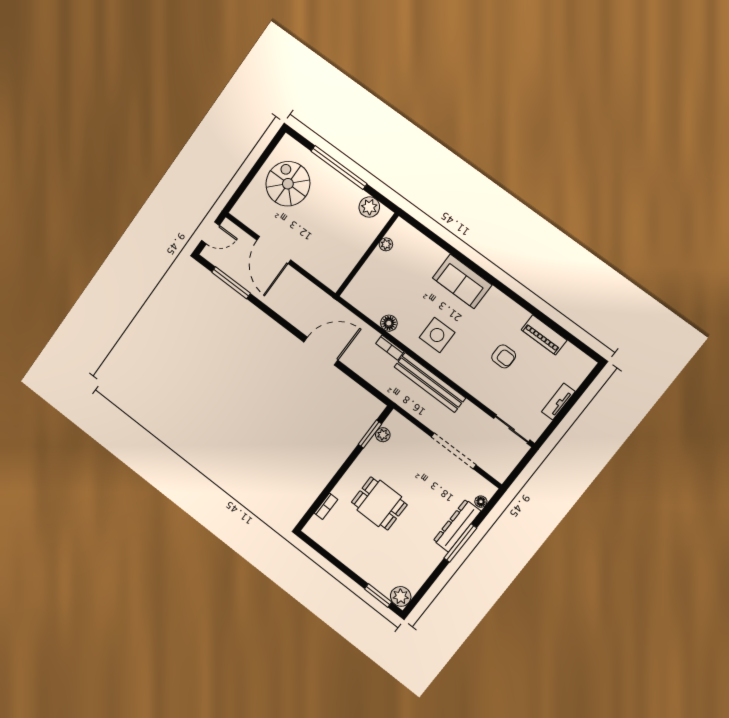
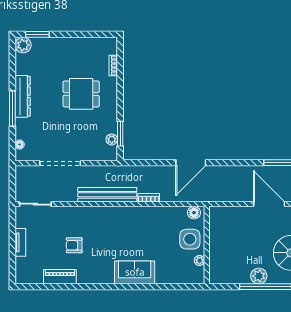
plant: (369, 207) -> (259, 276), moved
floor lamp: (389, 323) -> (194, 213), moved
side table: (437, 335) -> (190, 239), moved
dresser: (457, 526) -> (23, 96), moved

